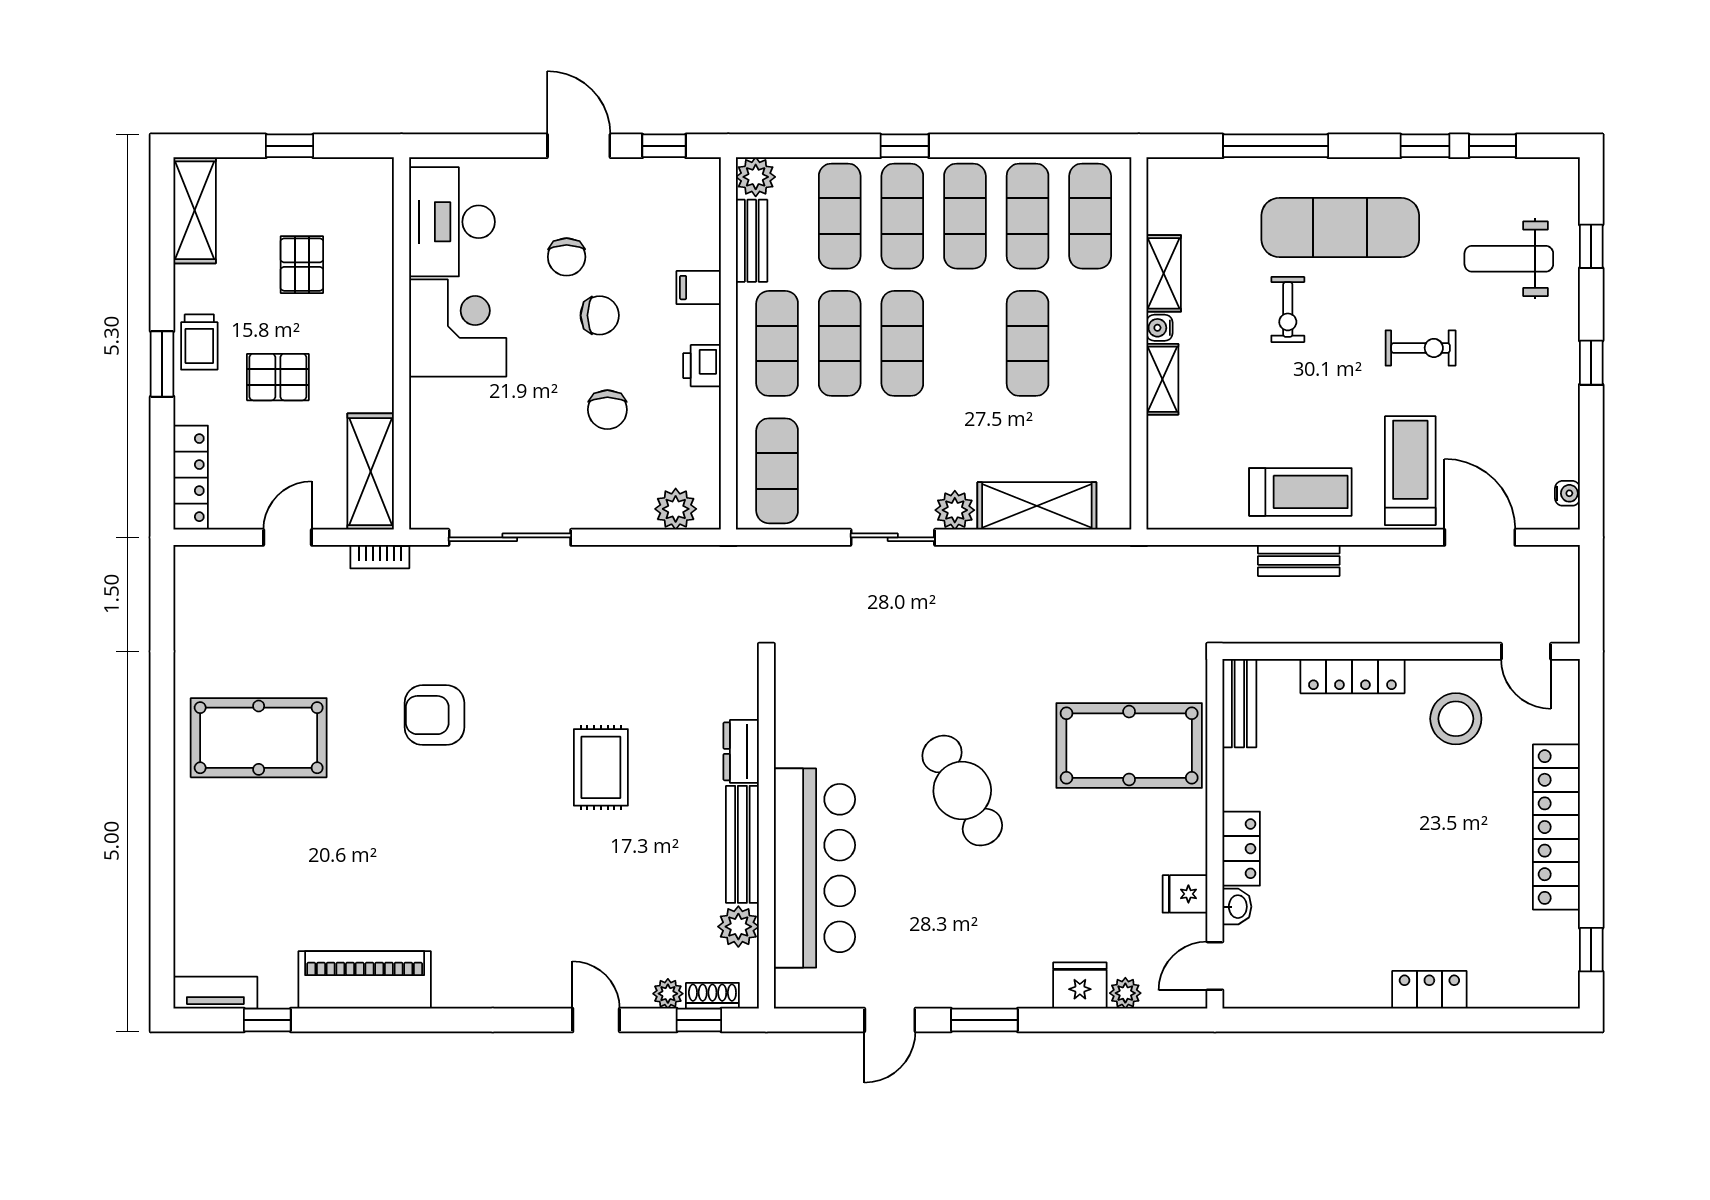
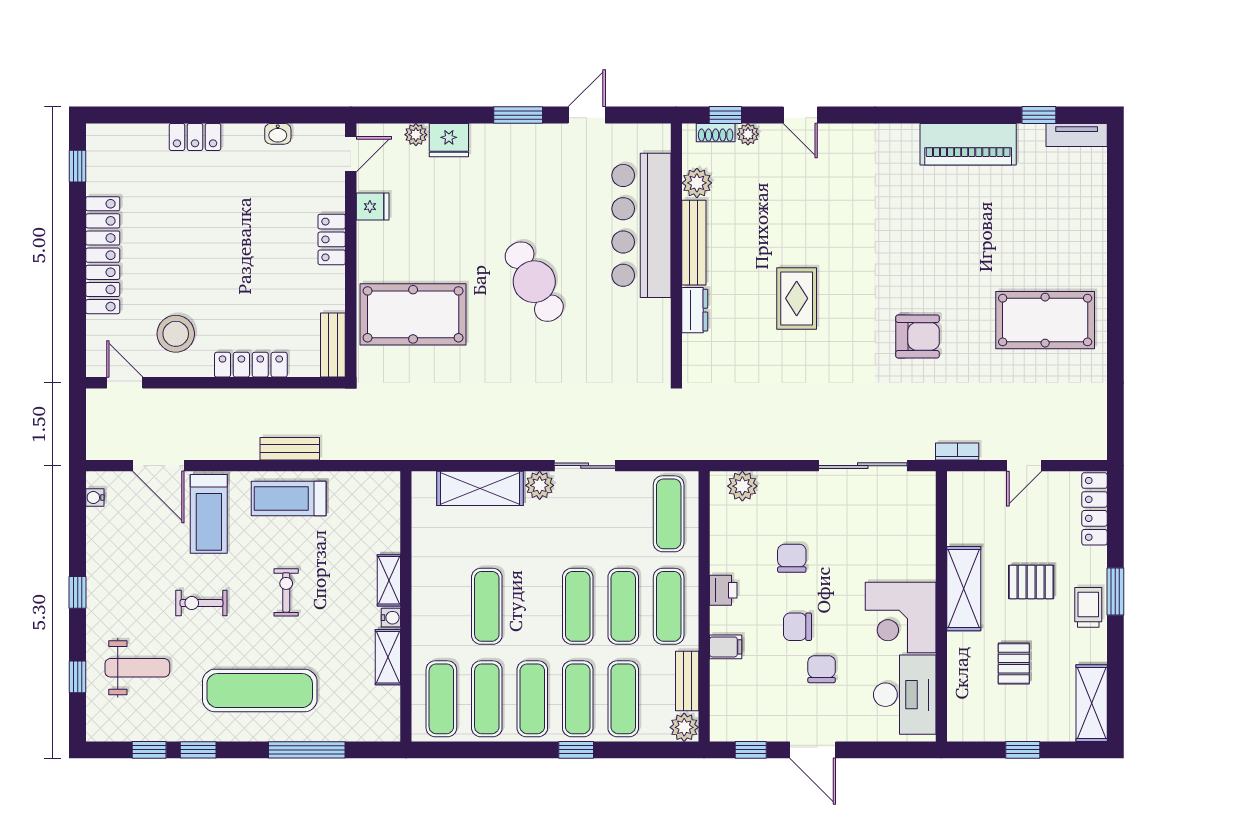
exercise bike: (1288, 309) -> (286, 592), moved
shelving: (371, 472) -> (964, 589), moved
washbasin: (1237, 907) -> (278, 134), moved, turned -90

